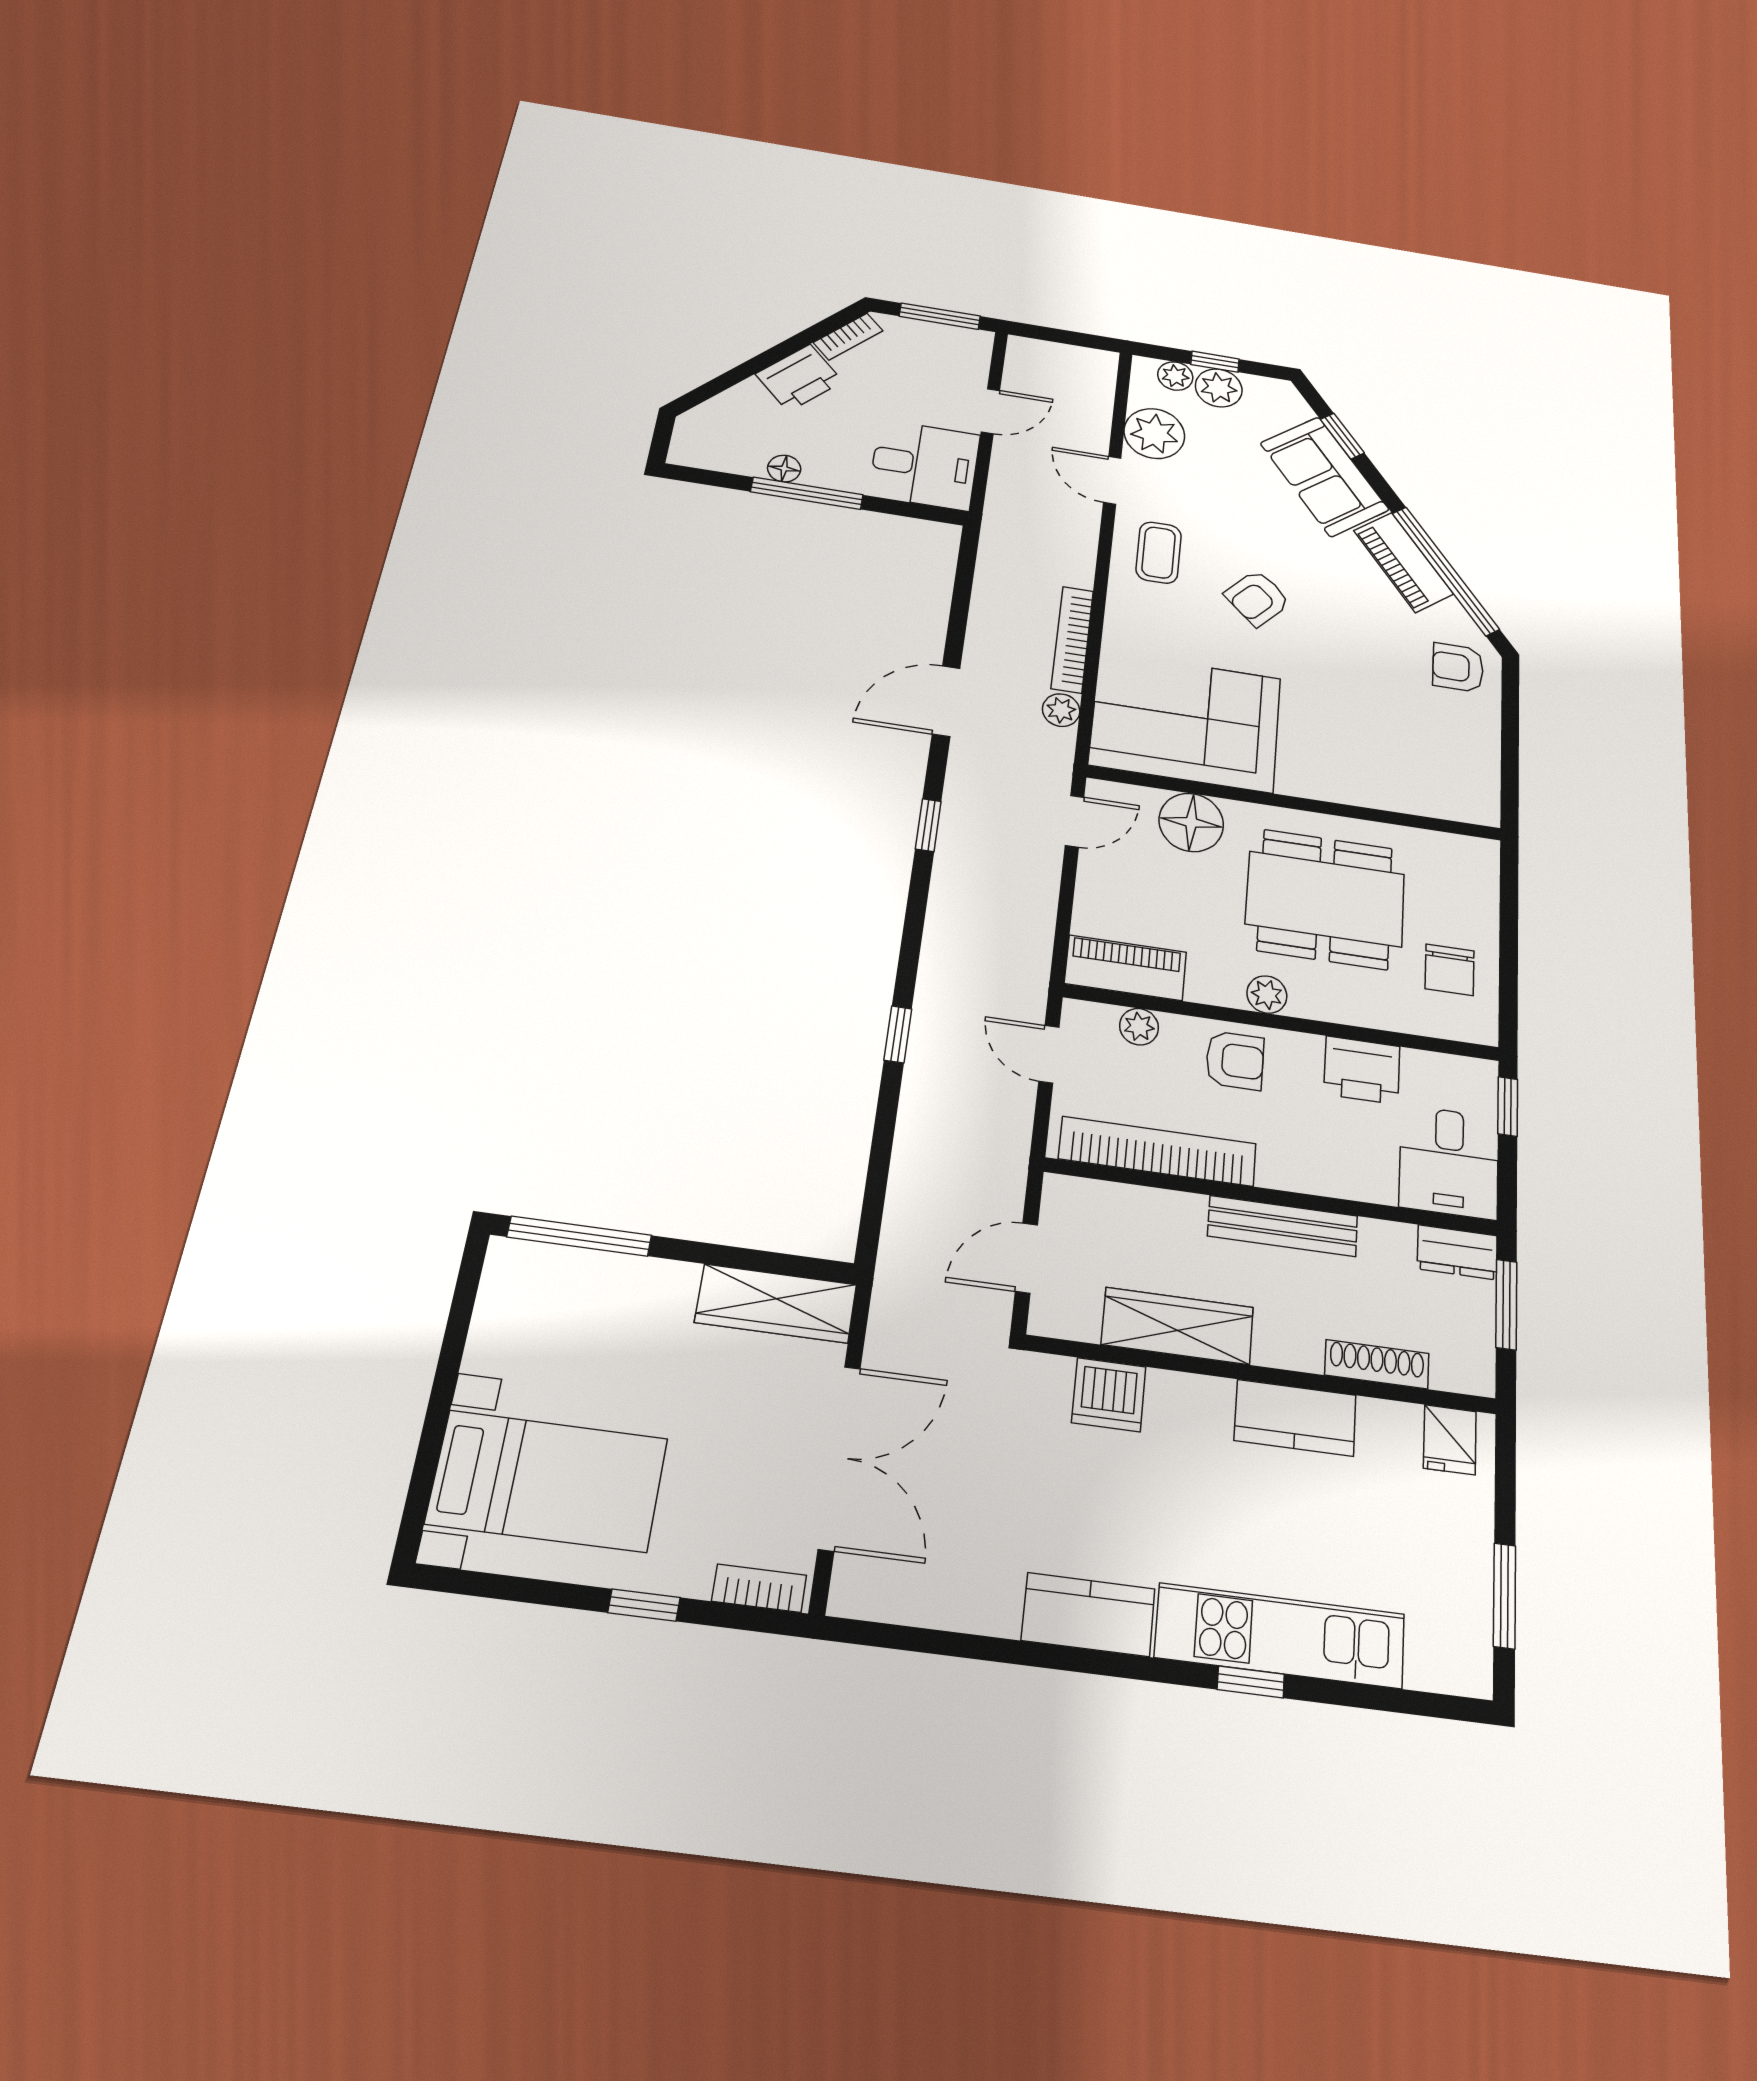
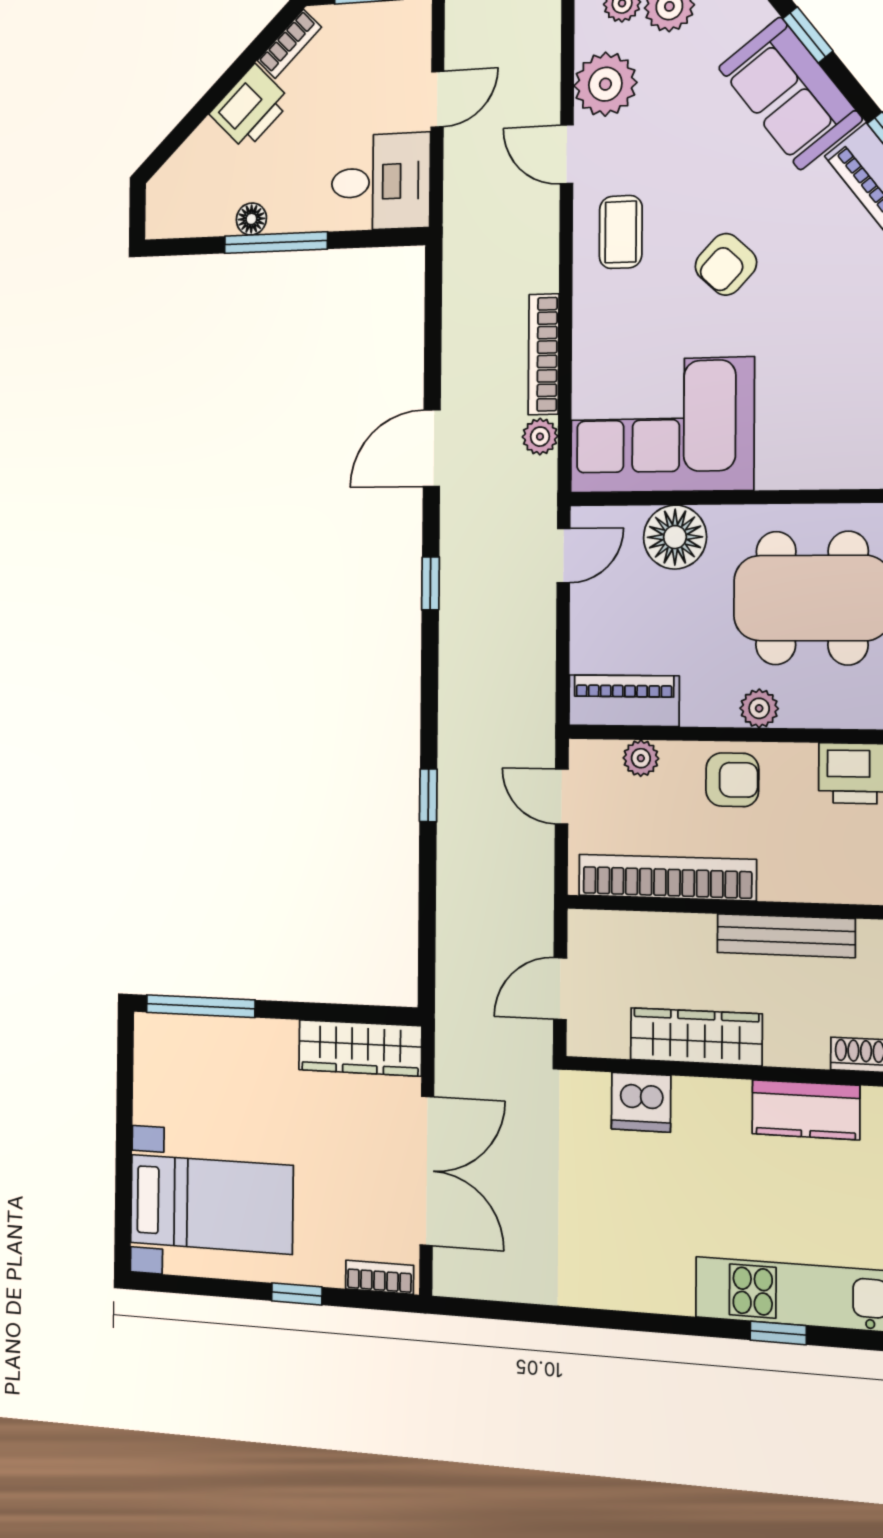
kitchen counter: (1088, 1615) -> (639, 1285), removed

